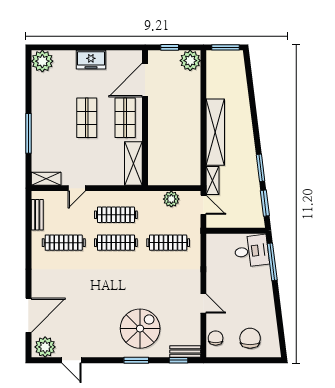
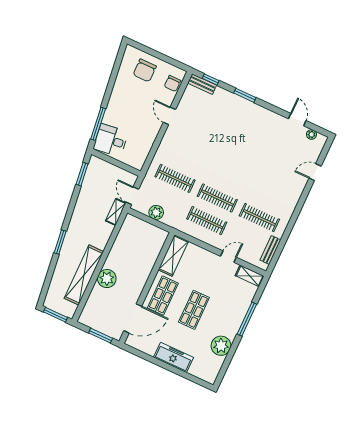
window: (170, 47) -> (101, 336), width x1.50
freezer: (91, 60) -> (174, 357), width x1.40
plant: (42, 61) -> (221, 346), moved
plant: (190, 61) -> (107, 279), moved
shelving: (215, 132) -> (84, 275), moved
window: (260, 168) -> (60, 242), moved
door: (28, 315) -> (315, 172), width x0.53
spiral stairs: (140, 329) -> (230, 119), removed
plant: (45, 347) -> (311, 135), width x0.53, depth x0.53

